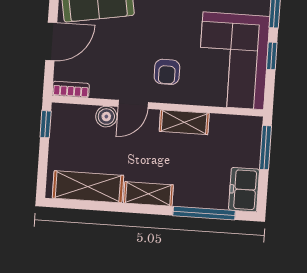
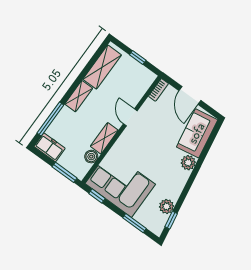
window: (272, 56) -> (97, 196), moved
armchair: (167, 72) -> (136, 146), removed
boiler: (106, 117) -> (91, 157), moved
window: (46, 124) -> (138, 57), moved

